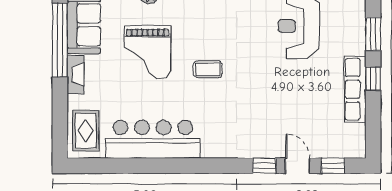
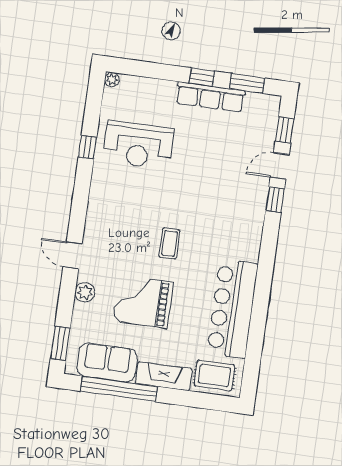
window: (373, 34) -> (247, 83), moved
grand piano: (148, 52) -> (143, 302), turned 180
fireplace: (76, 75) -> (164, 376), width x1.37, depth x1.32

